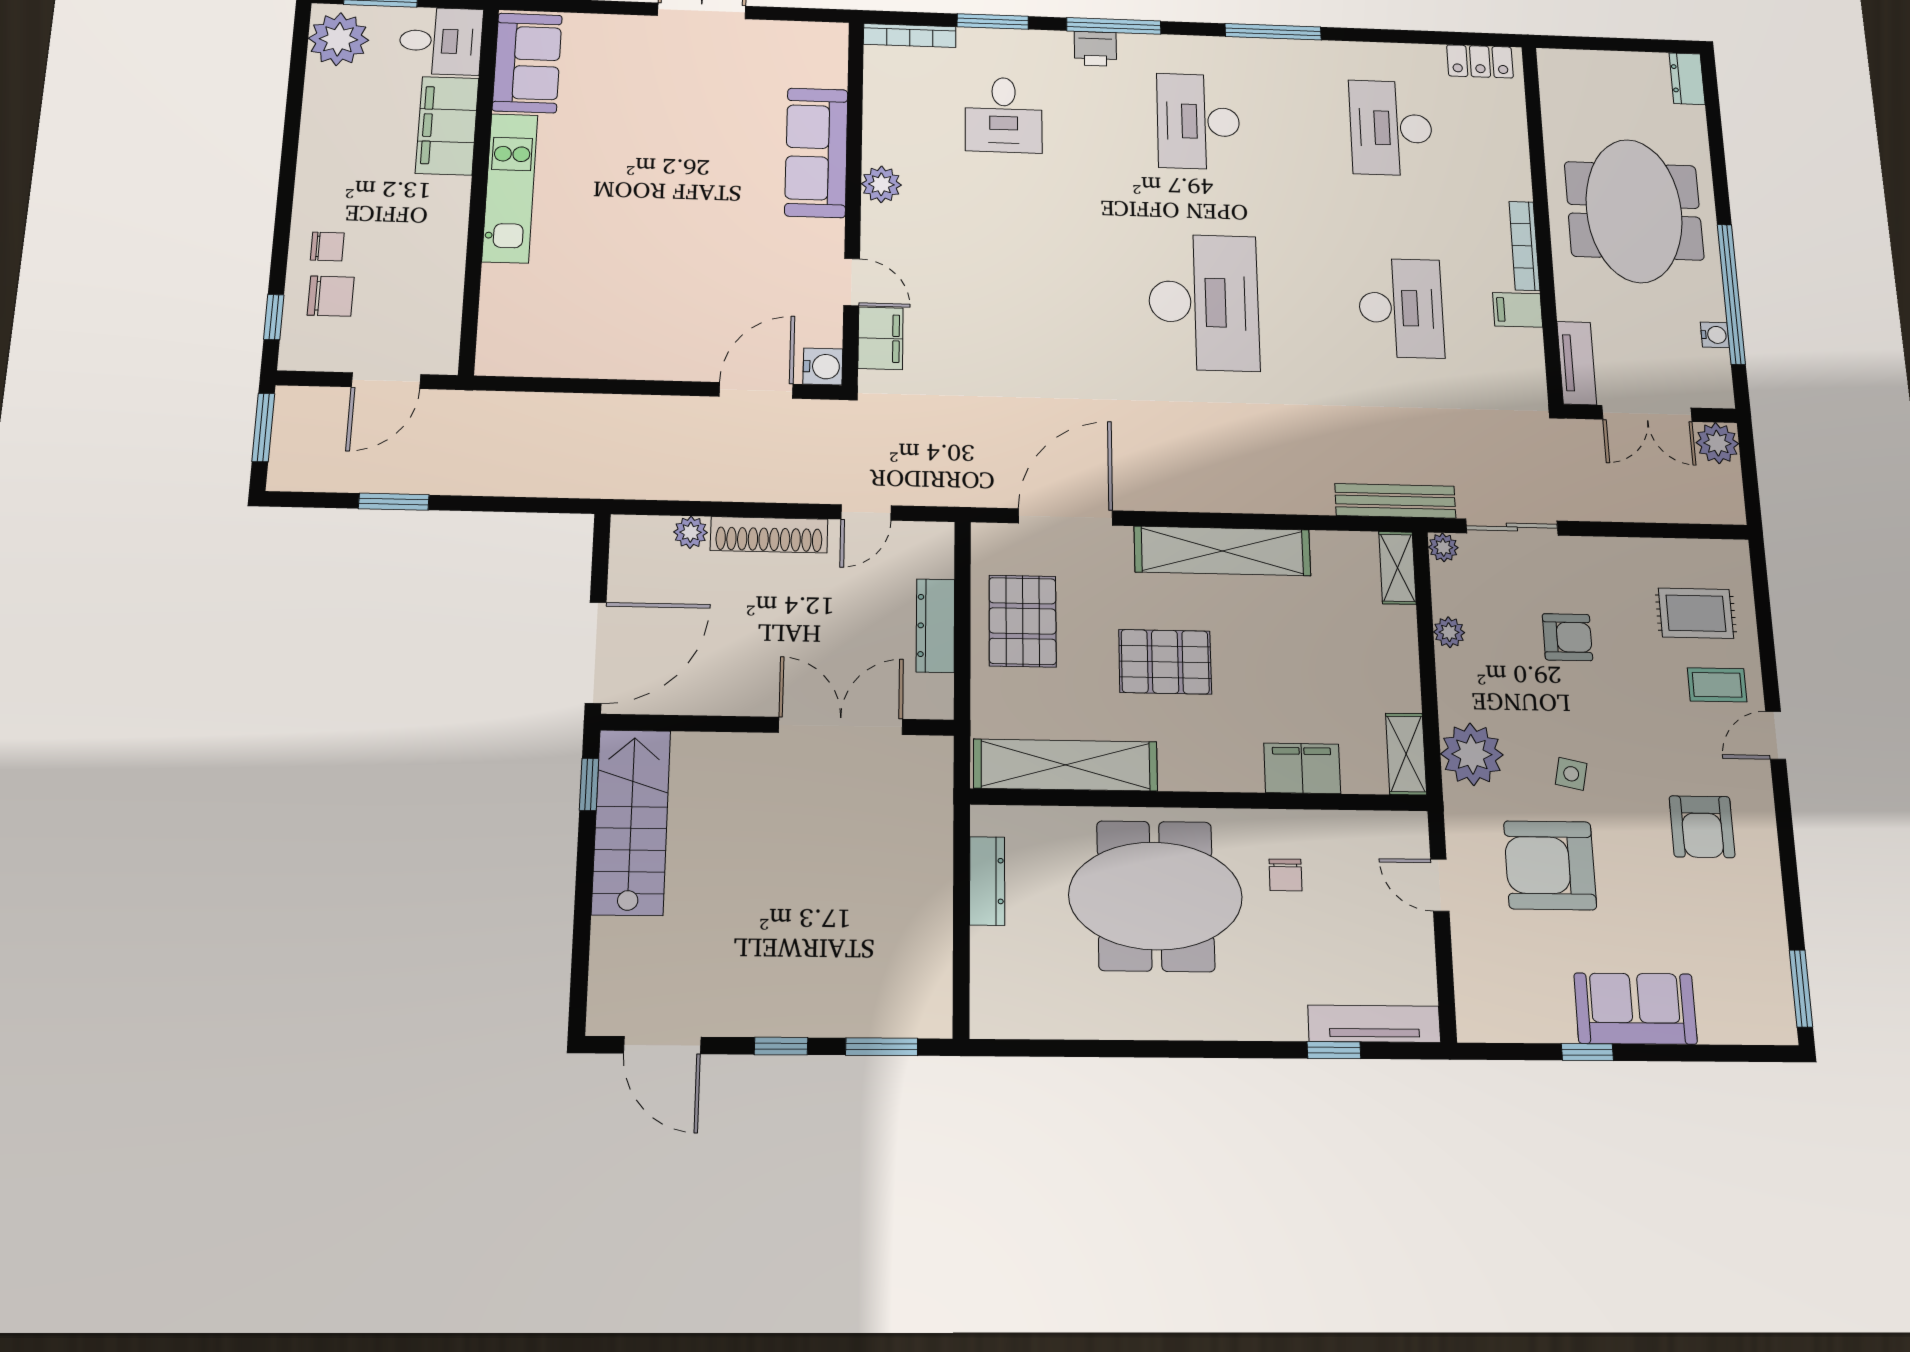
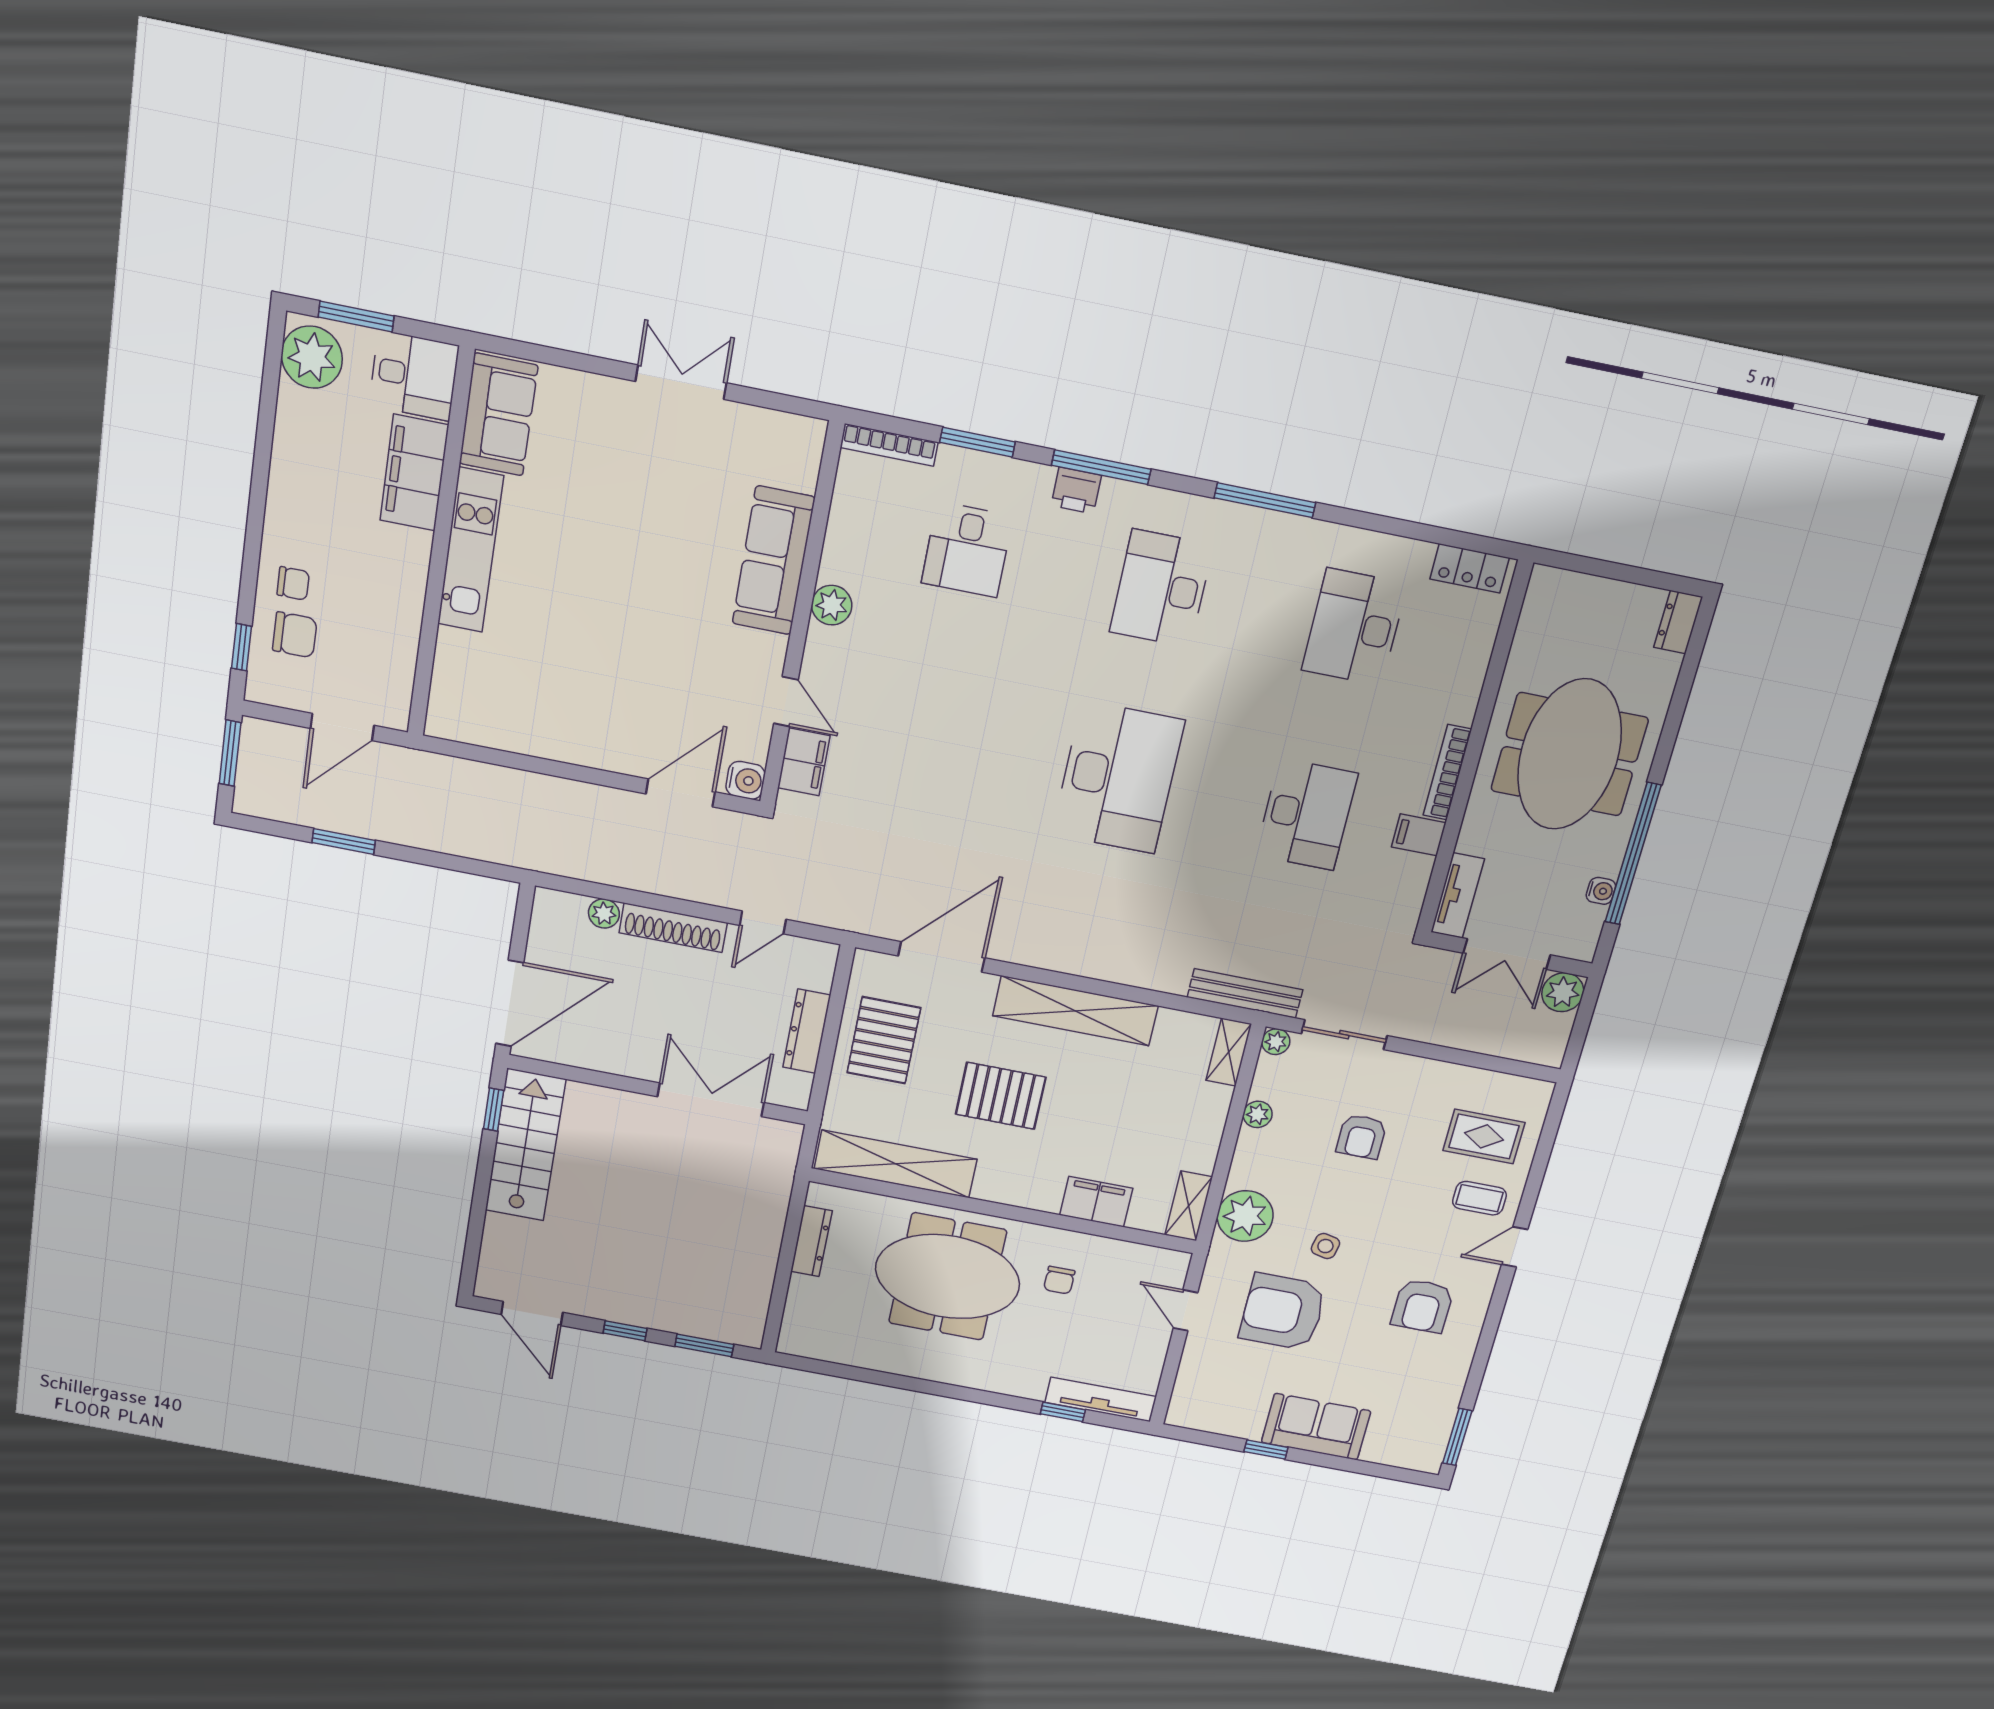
armchair: (1567, 637) -> (1361, 1137), turned 90

